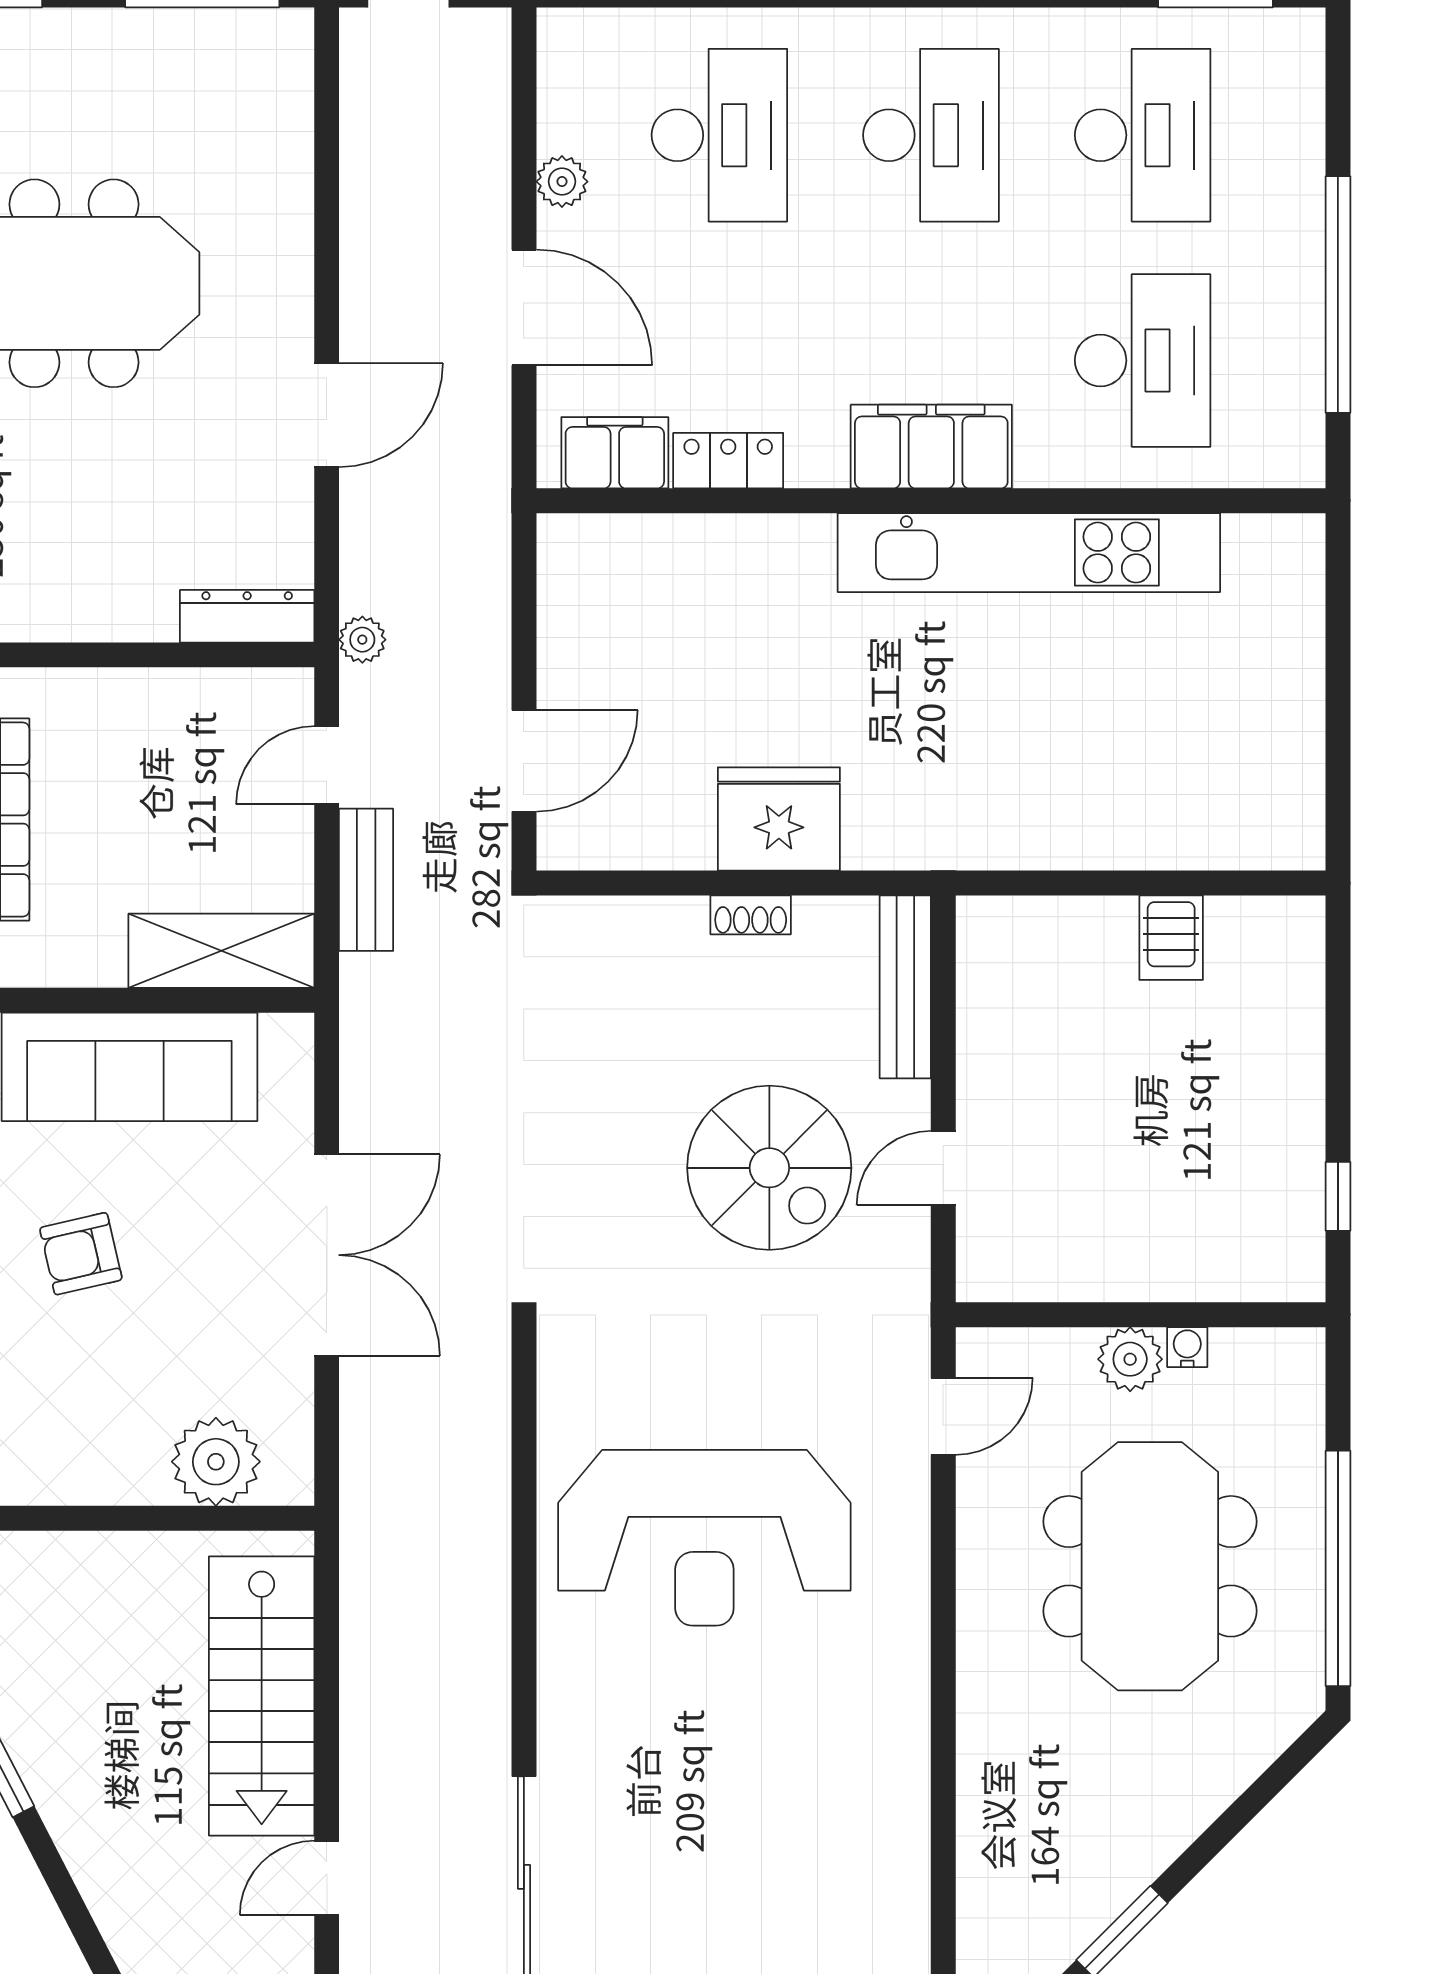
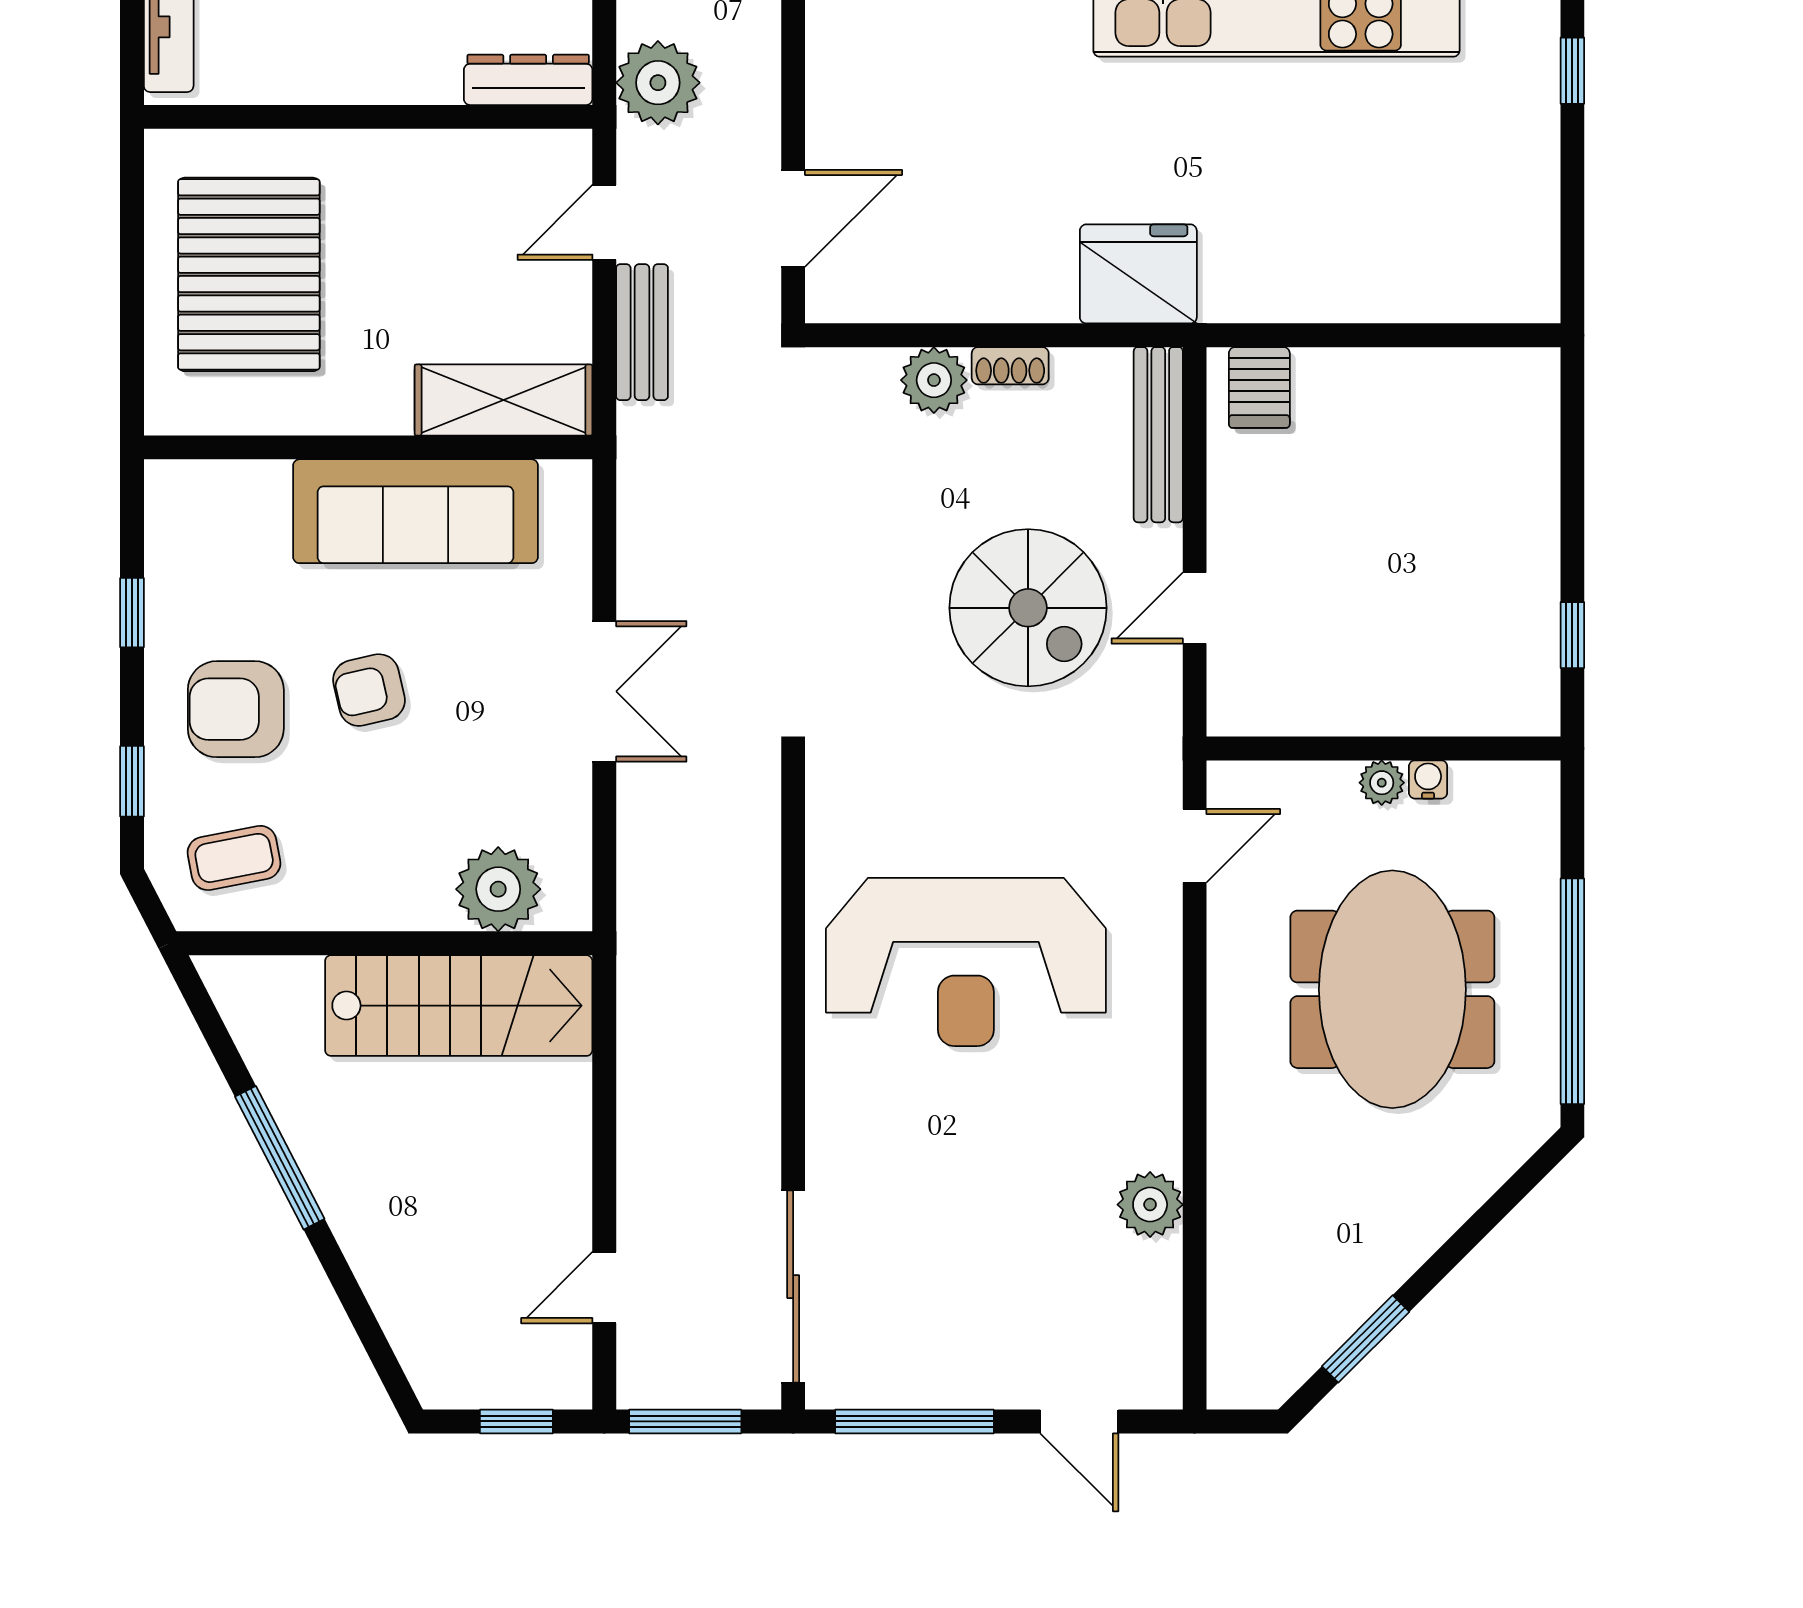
window: (1338, 607) -> (1572, 71), added
plant: (362, 640) -> (658, 83), width x1.88, depth x1.88
fridge: (779, 819) -> (1138, 274), moved
plant: (671, 930) -> (934, 380), added
server rack: (1171, 938) -> (1259, 387), moved
double door: (327, 1255) -> (604, 691), width x0.73
plant: (1130, 1359) -> (1382, 783), width x0.73, depth x0.73
stairs: (262, 1696) -> (459, 1006), moved, turned -90
plant: (897, 1791) -> (1150, 1205), added

